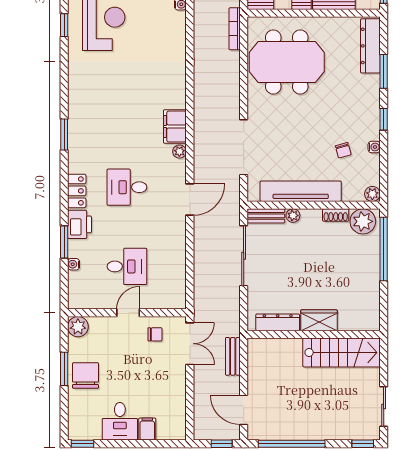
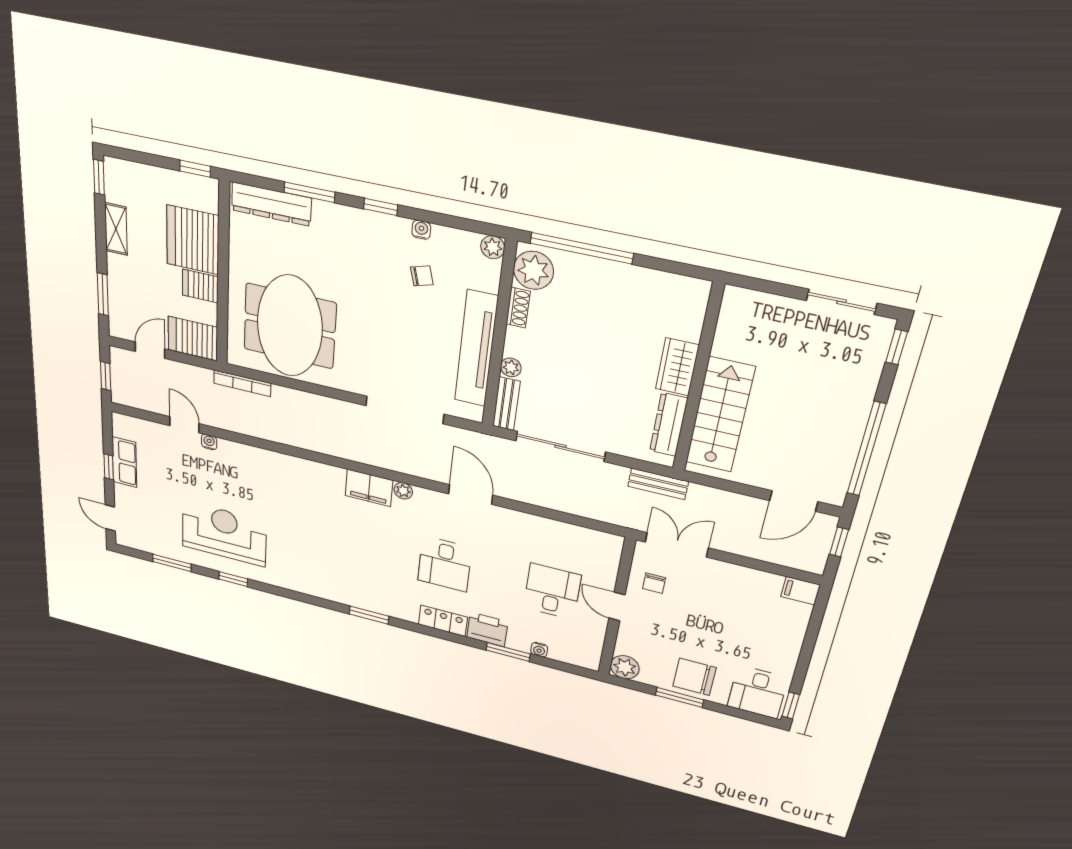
chair: (155, 334) -> (654, 583), turned 180
stairs: (341, 352) -> (720, 415), moved
bench: (233, 356) -> (658, 484), moved
desk: (120, 421) -> (758, 692), moved, turned 90
filing cabinet: (147, 429) -> (800, 591), moved

